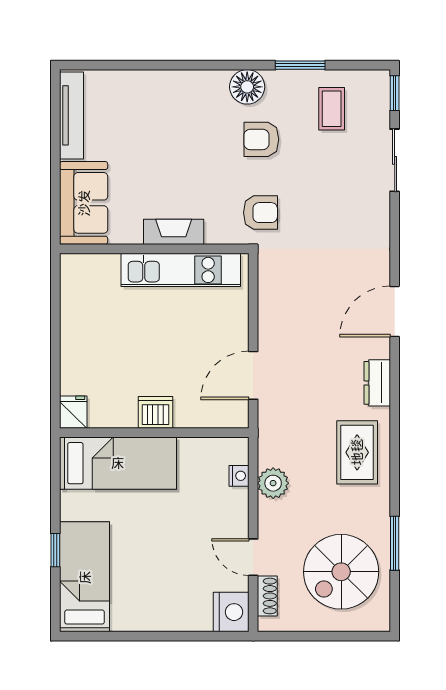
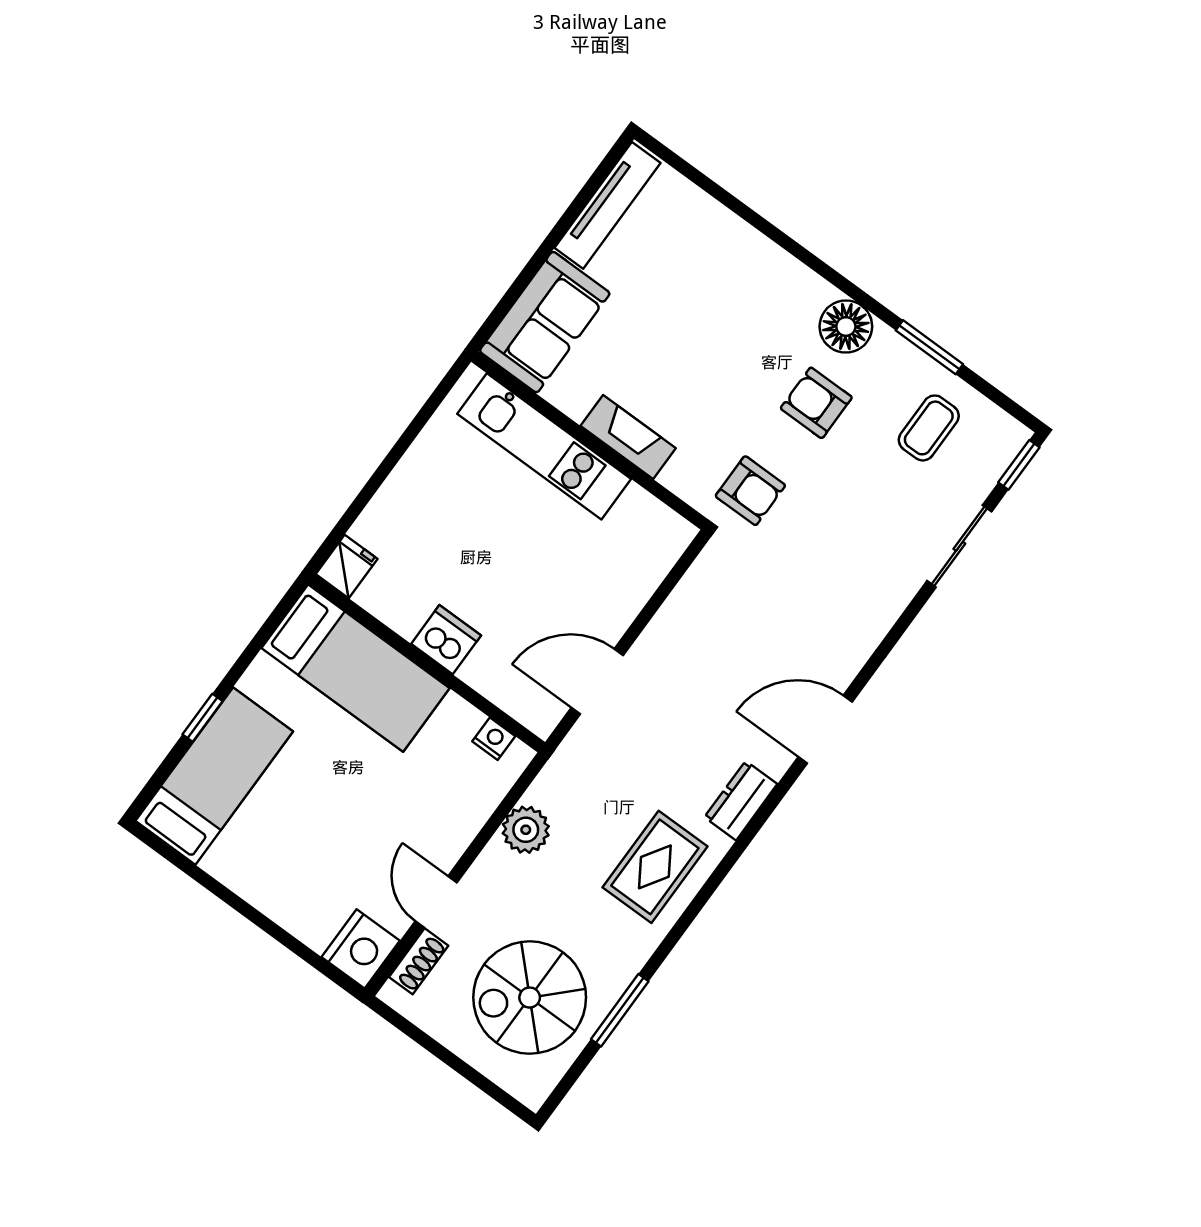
kitchen unit: (181, 270) -> (544, 446), moved
nightstand: (239, 476) -> (494, 739), moved, turned -90

